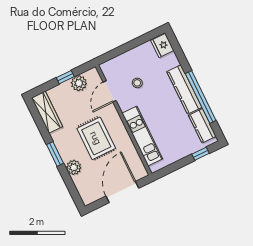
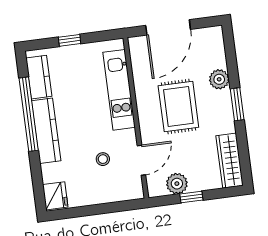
window: (200, 154) -> (70, 40), moved

